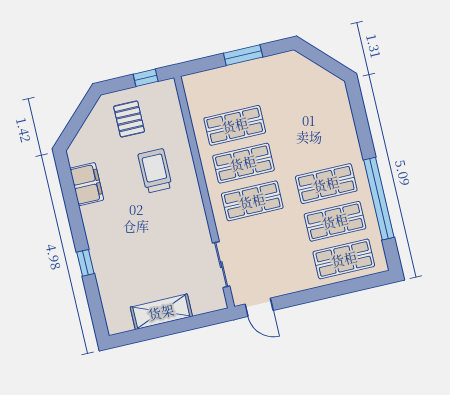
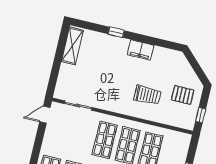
filing cabinet: (87, 184) -> (141, 50), moved
shelving: (161, 312) -> (72, 46), moved

